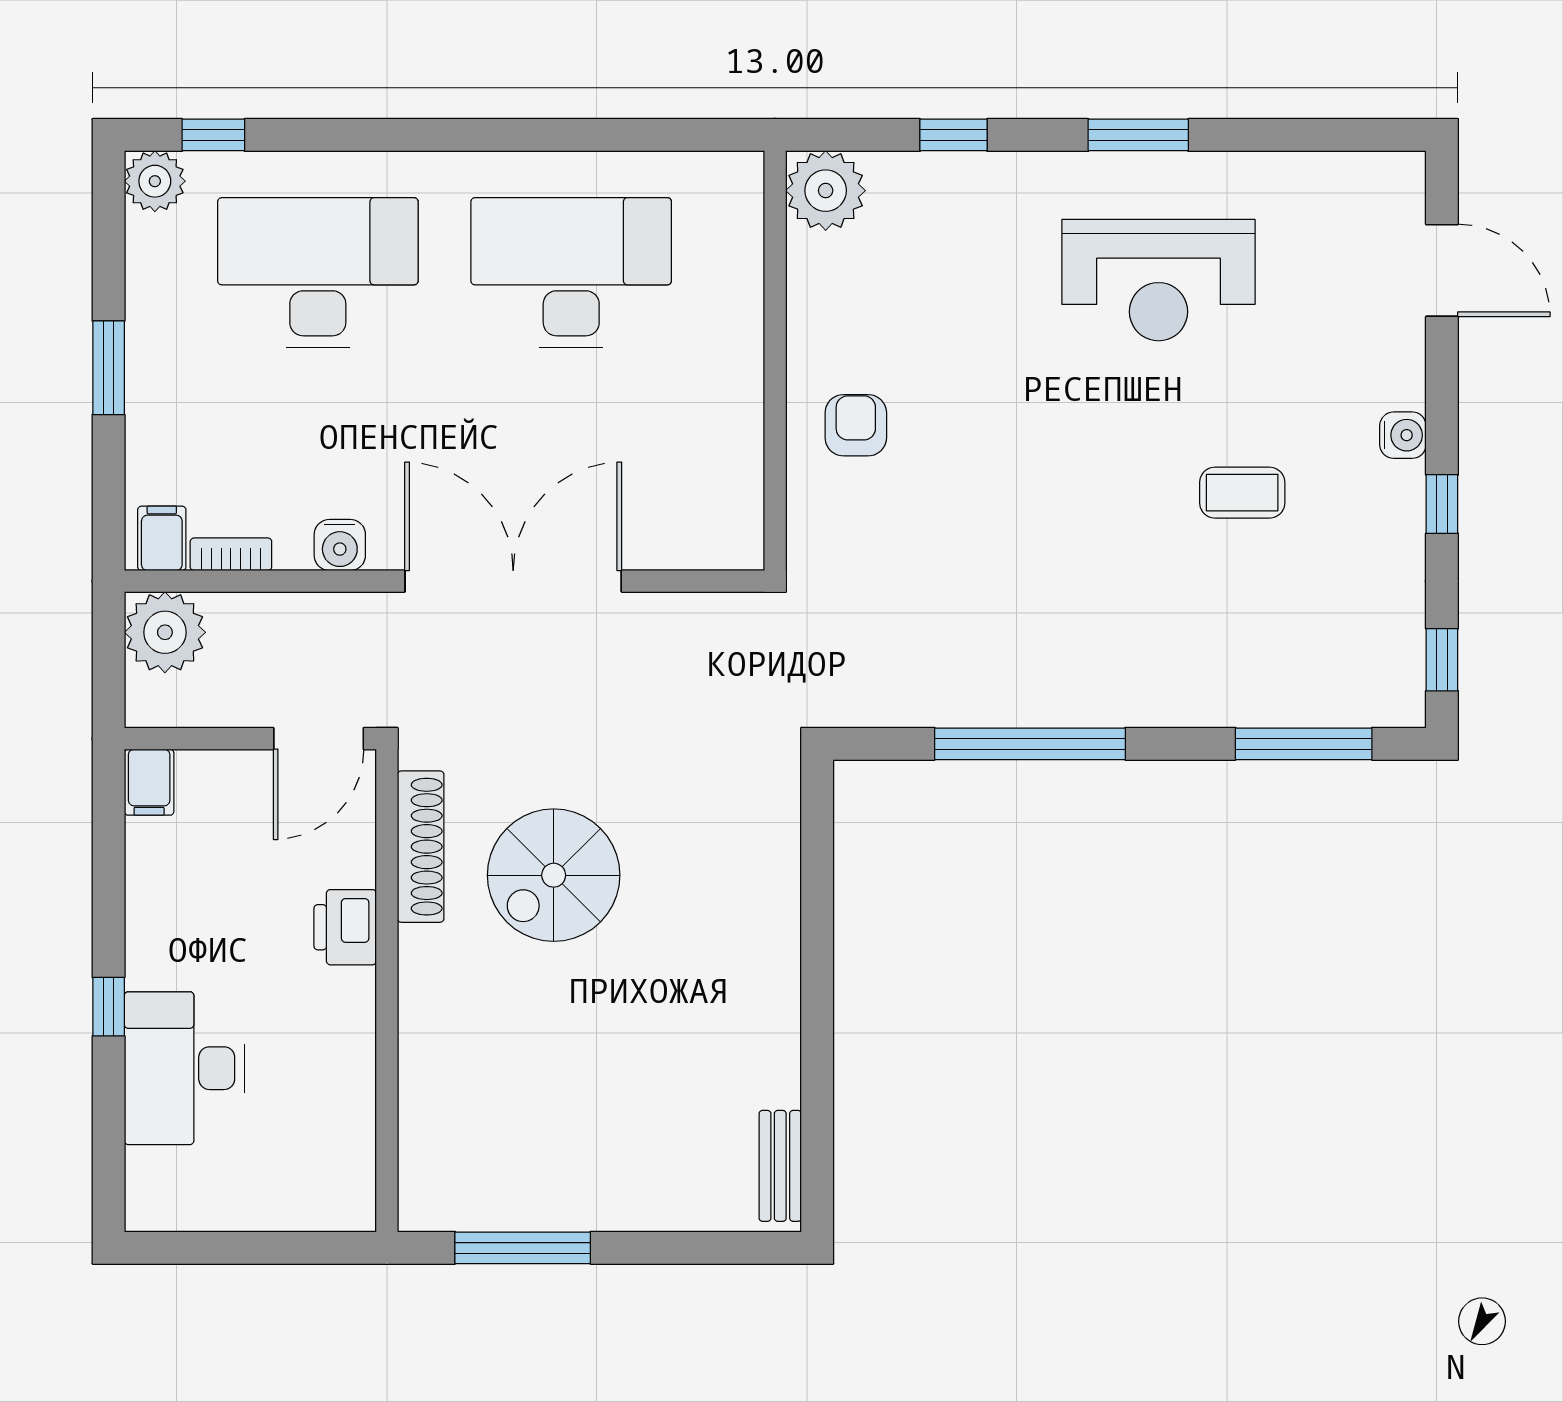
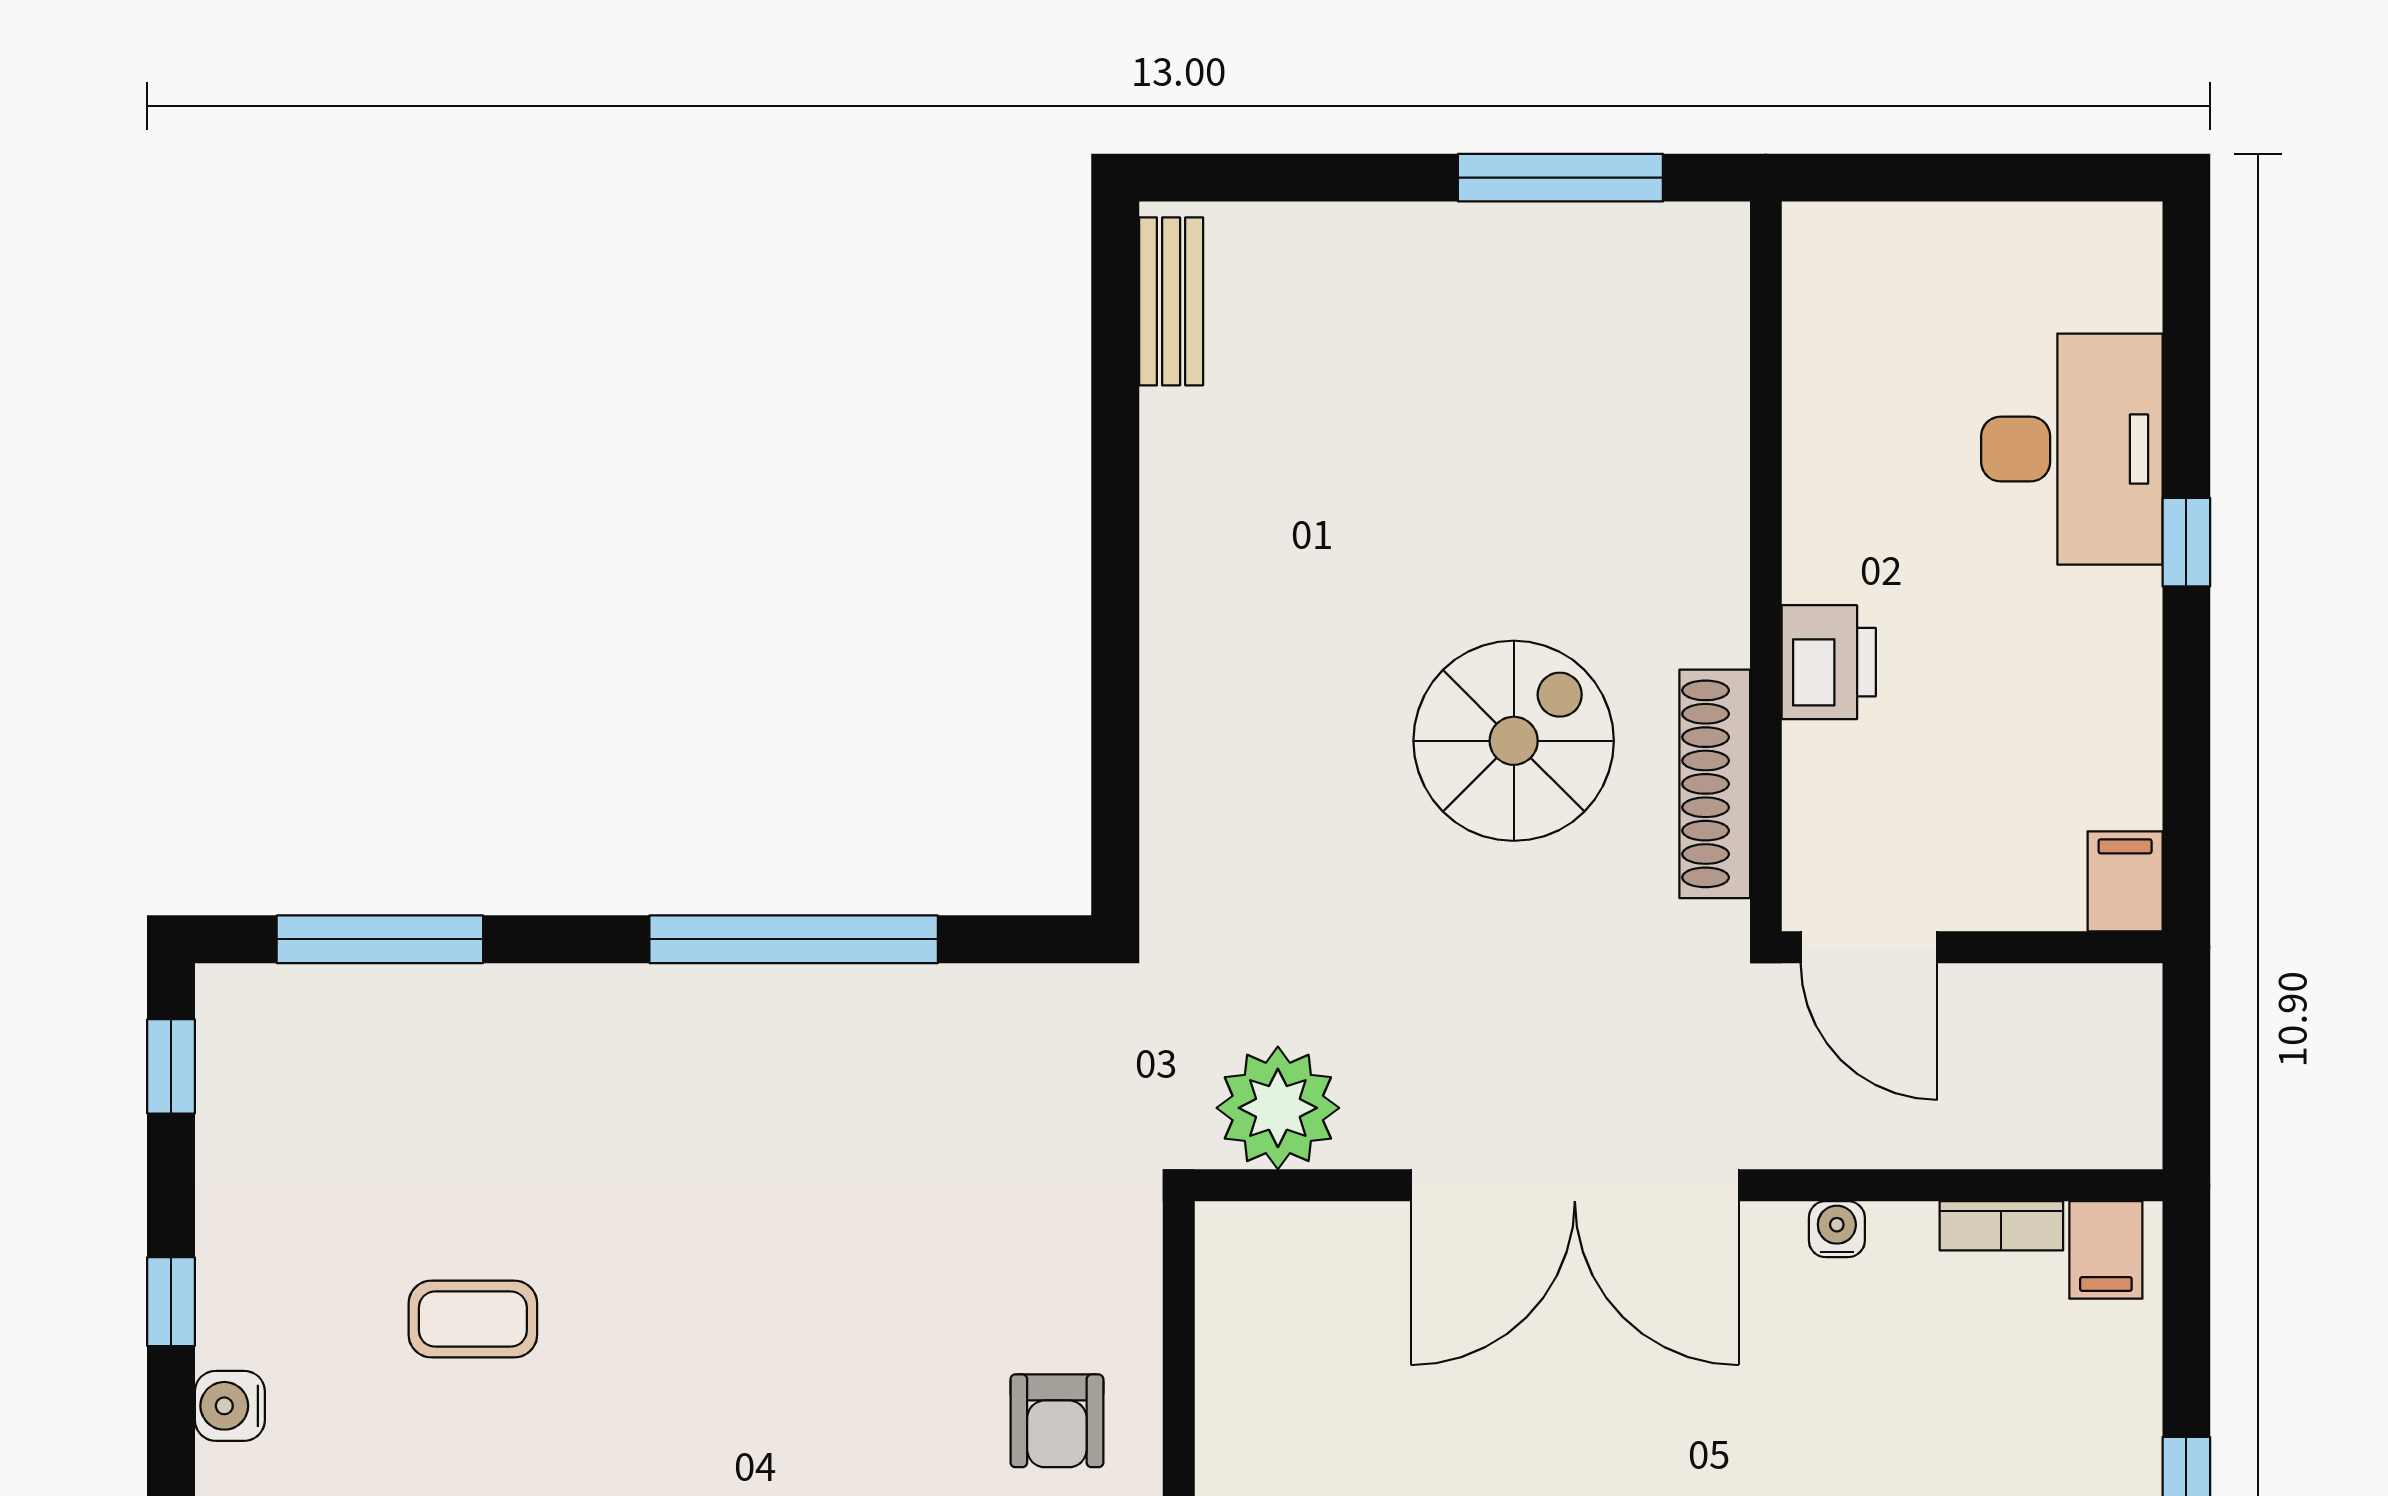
water cooler: (340, 545) -> (1837, 1229), width x0.72, depth x0.72
plant: (165, 632) -> (1278, 1108), moved
door: (319, 739) -> (1869, 947), swing flipped

